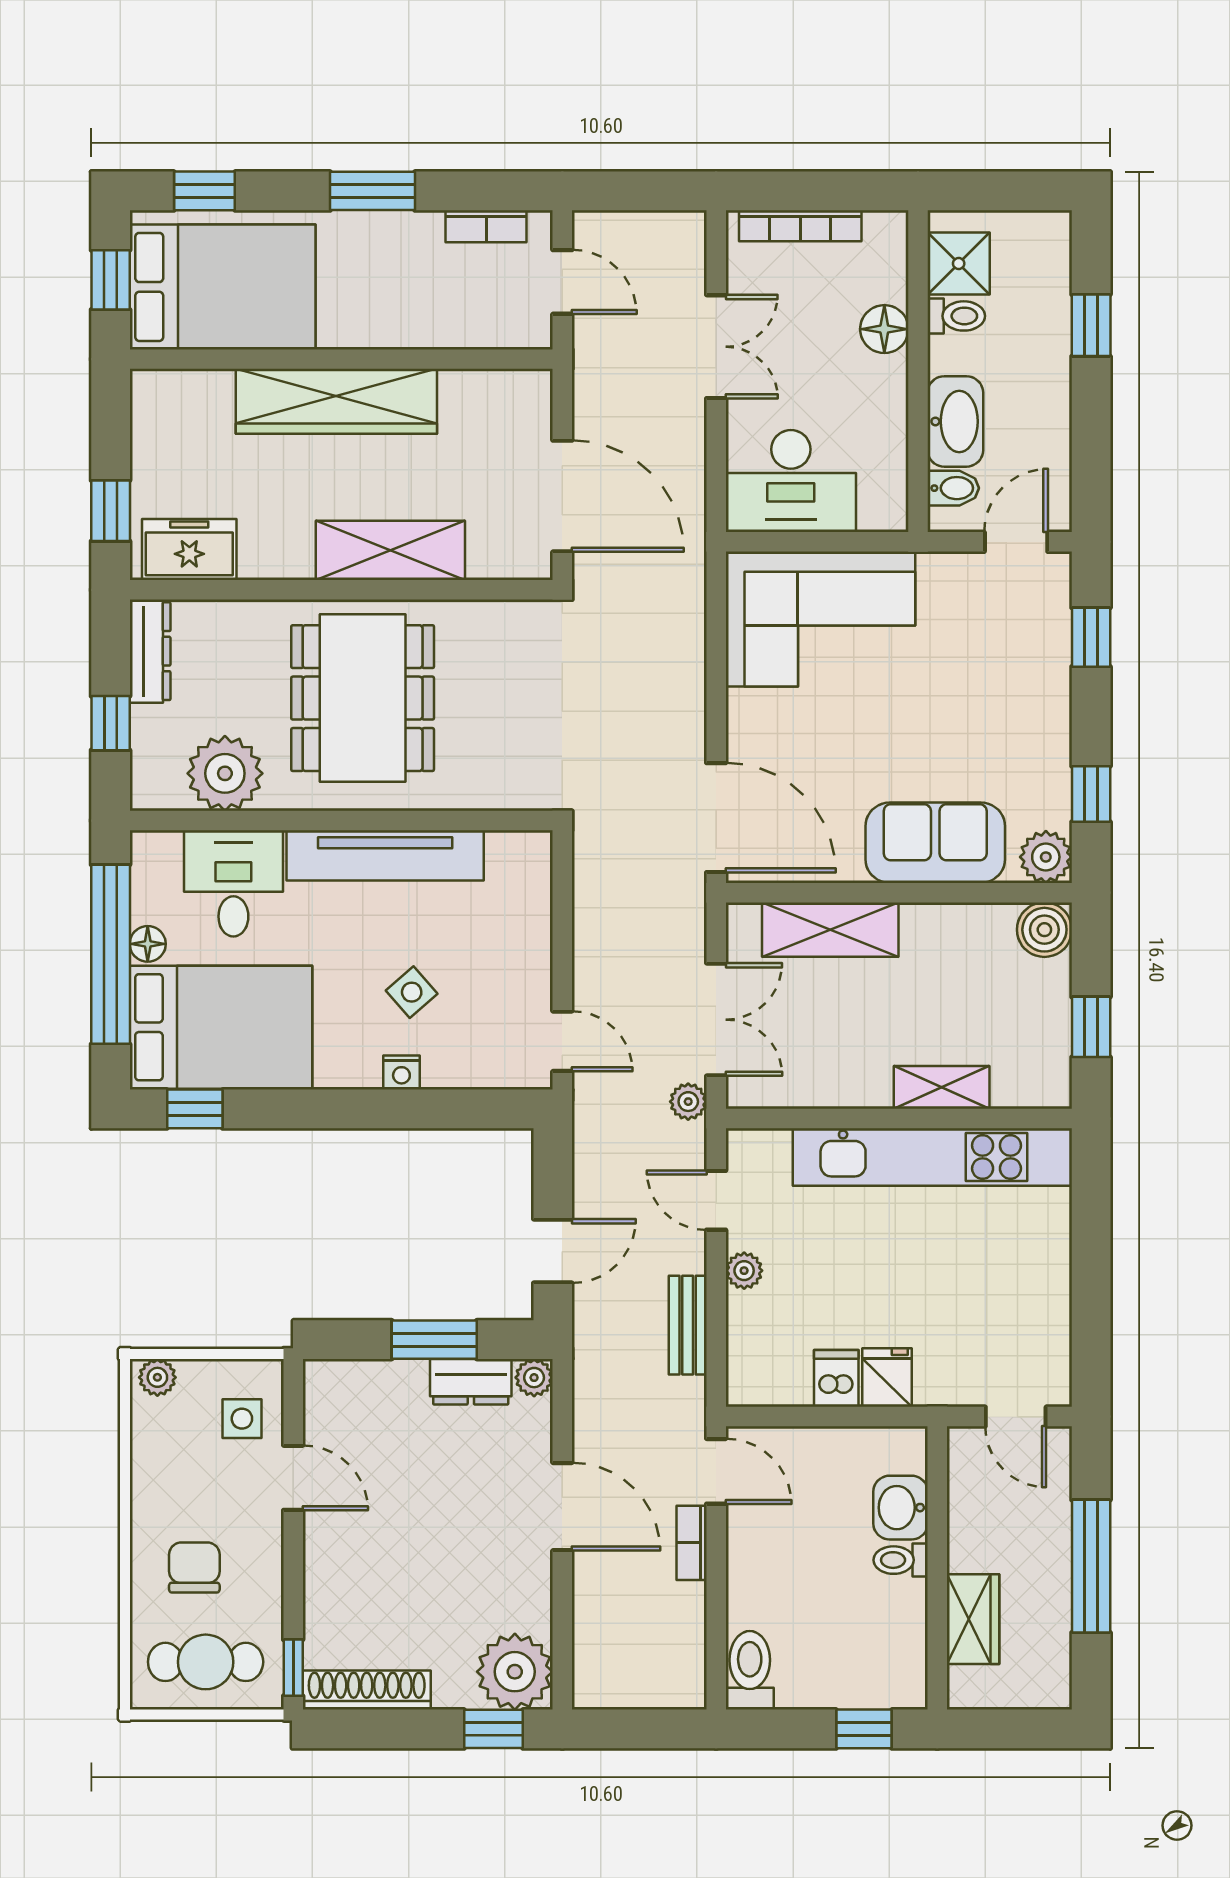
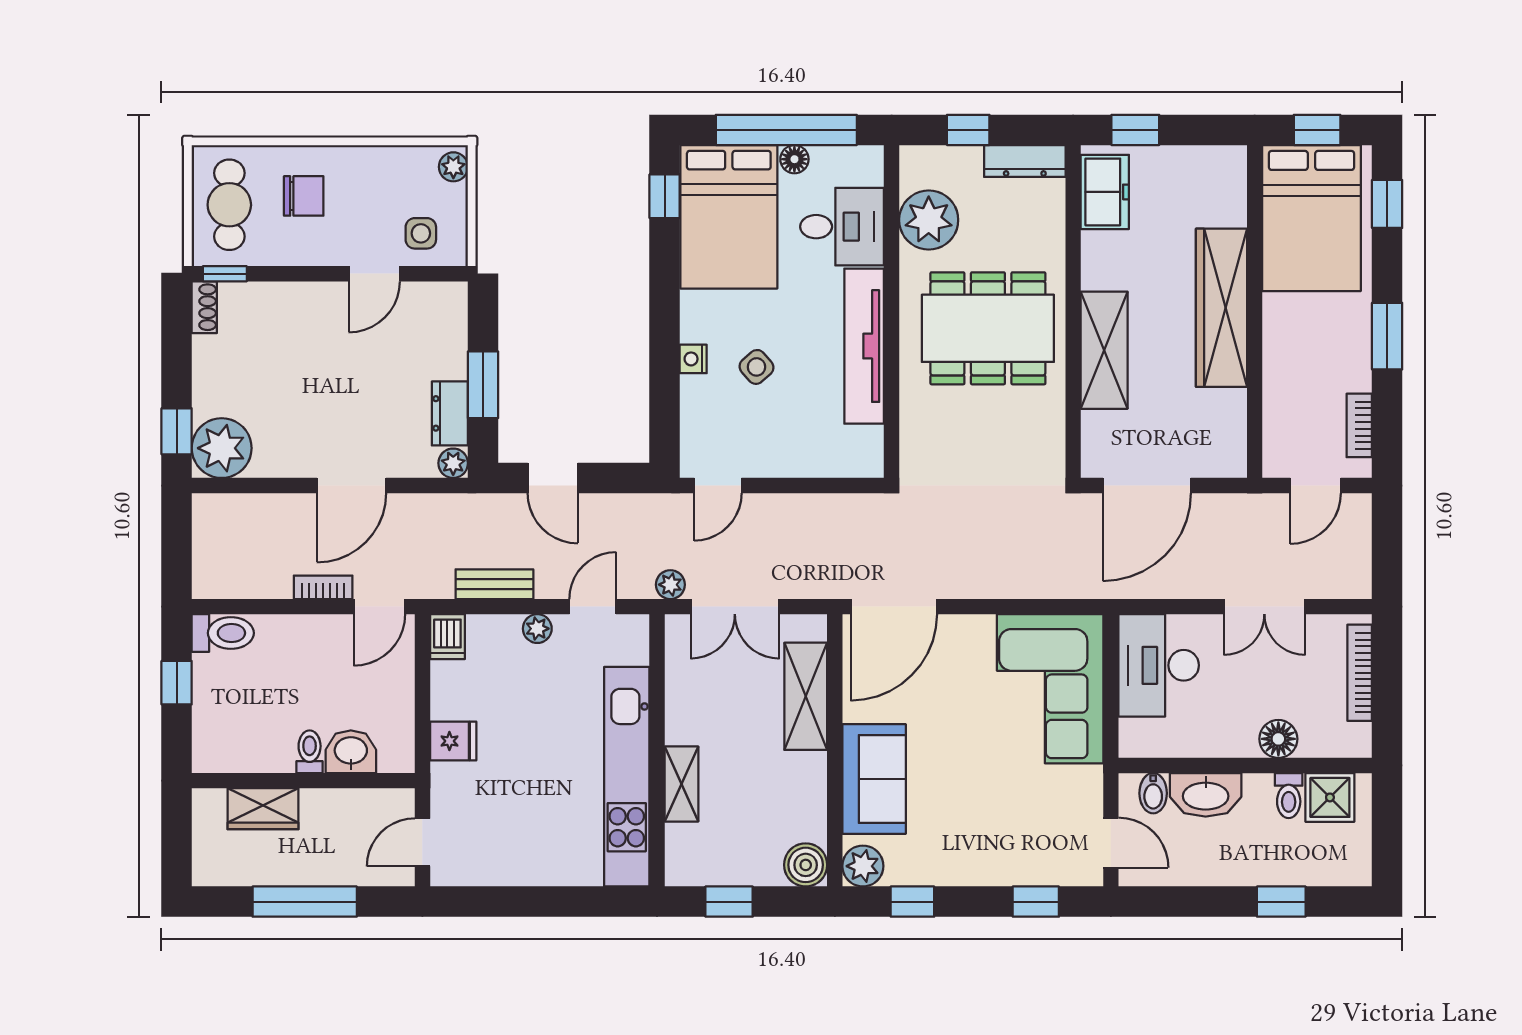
dishwasher: (836, 1378) -> (447, 637), moved, turned 90
shoe rack: (367, 1690) -> (204, 307), width x0.51, depth x0.81
window: (864, 1729) -> (177, 683), moved

